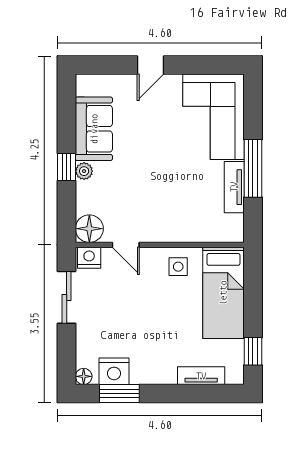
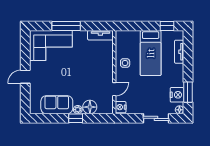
door: (150, 65) -> (25, 77), swing flipped
window: (253, 168) -> (66, 26), moved
tv unit: (234, 187) -> (100, 35), moved
floor lamp: (89, 229) -> (90, 107), moved
bed: (223, 293) -> (151, 53), moved, turned 90
sliding door: (67, 297) -> (156, 118), moved

